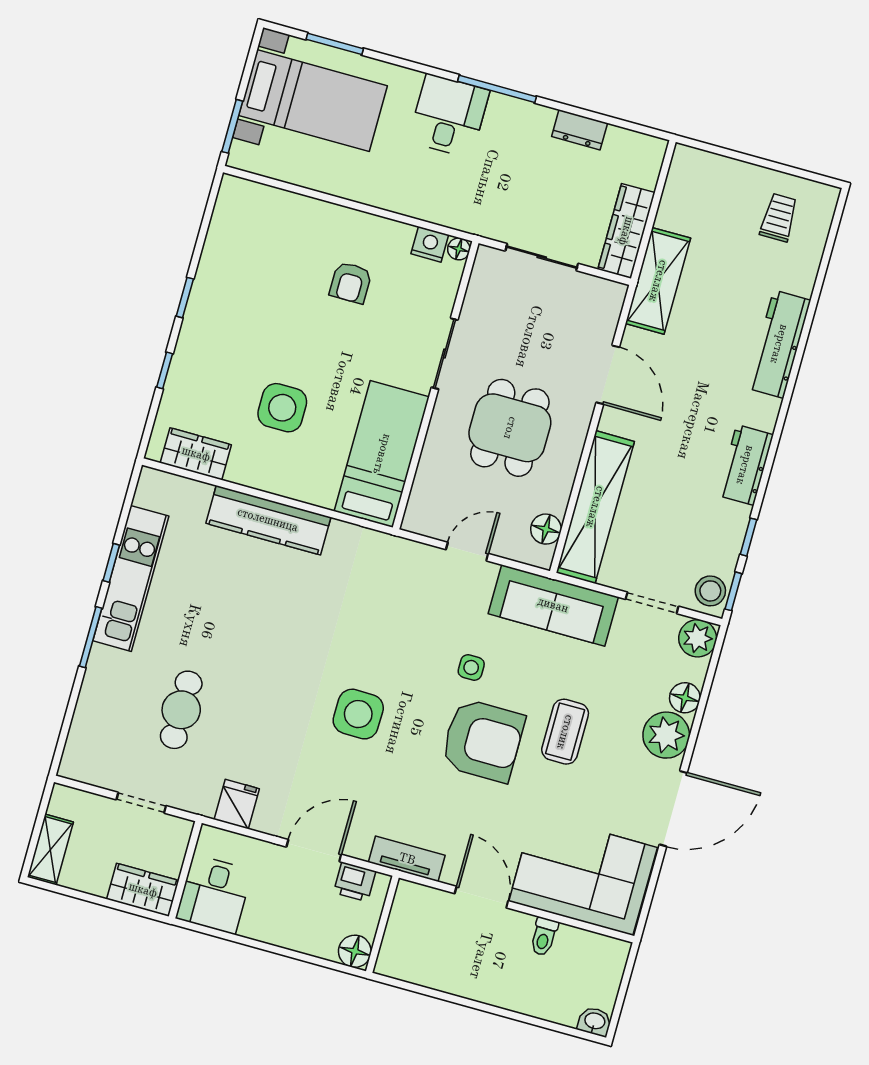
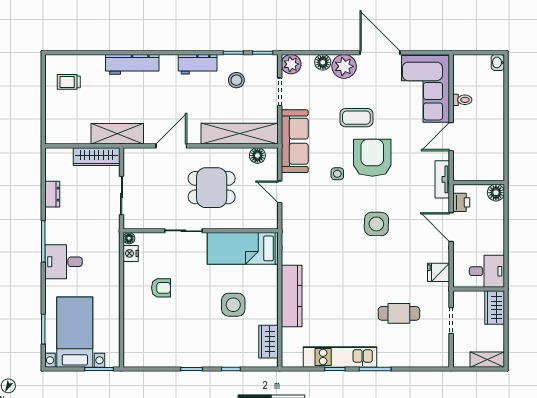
stool: (710, 591) -> (236, 80), moved

